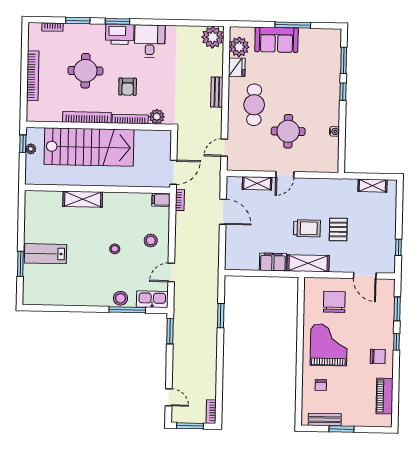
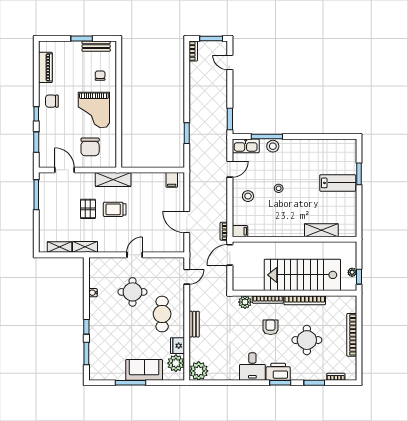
shelving: (257, 183) -> (85, 247), moved
shelving: (83, 199) -> (321, 230), moved
window: (398, 247) -> (36, 195), width x2.17
filing cabinet: (273, 262) -> (172, 180), moved, width x0.50

